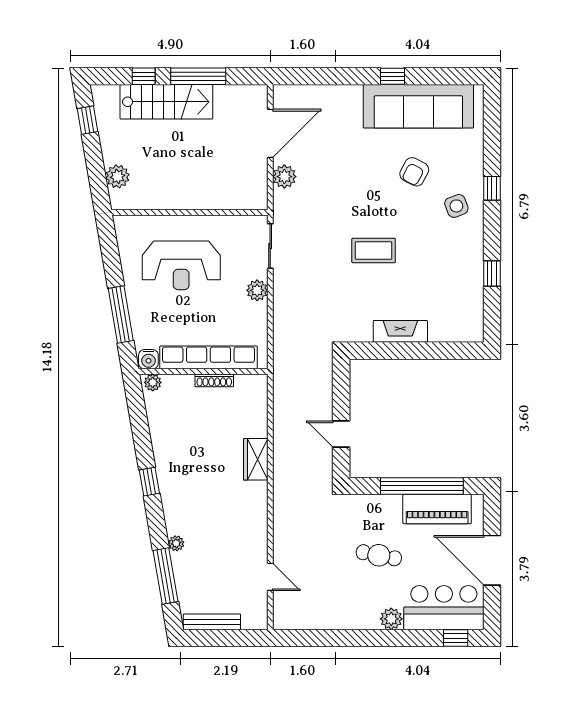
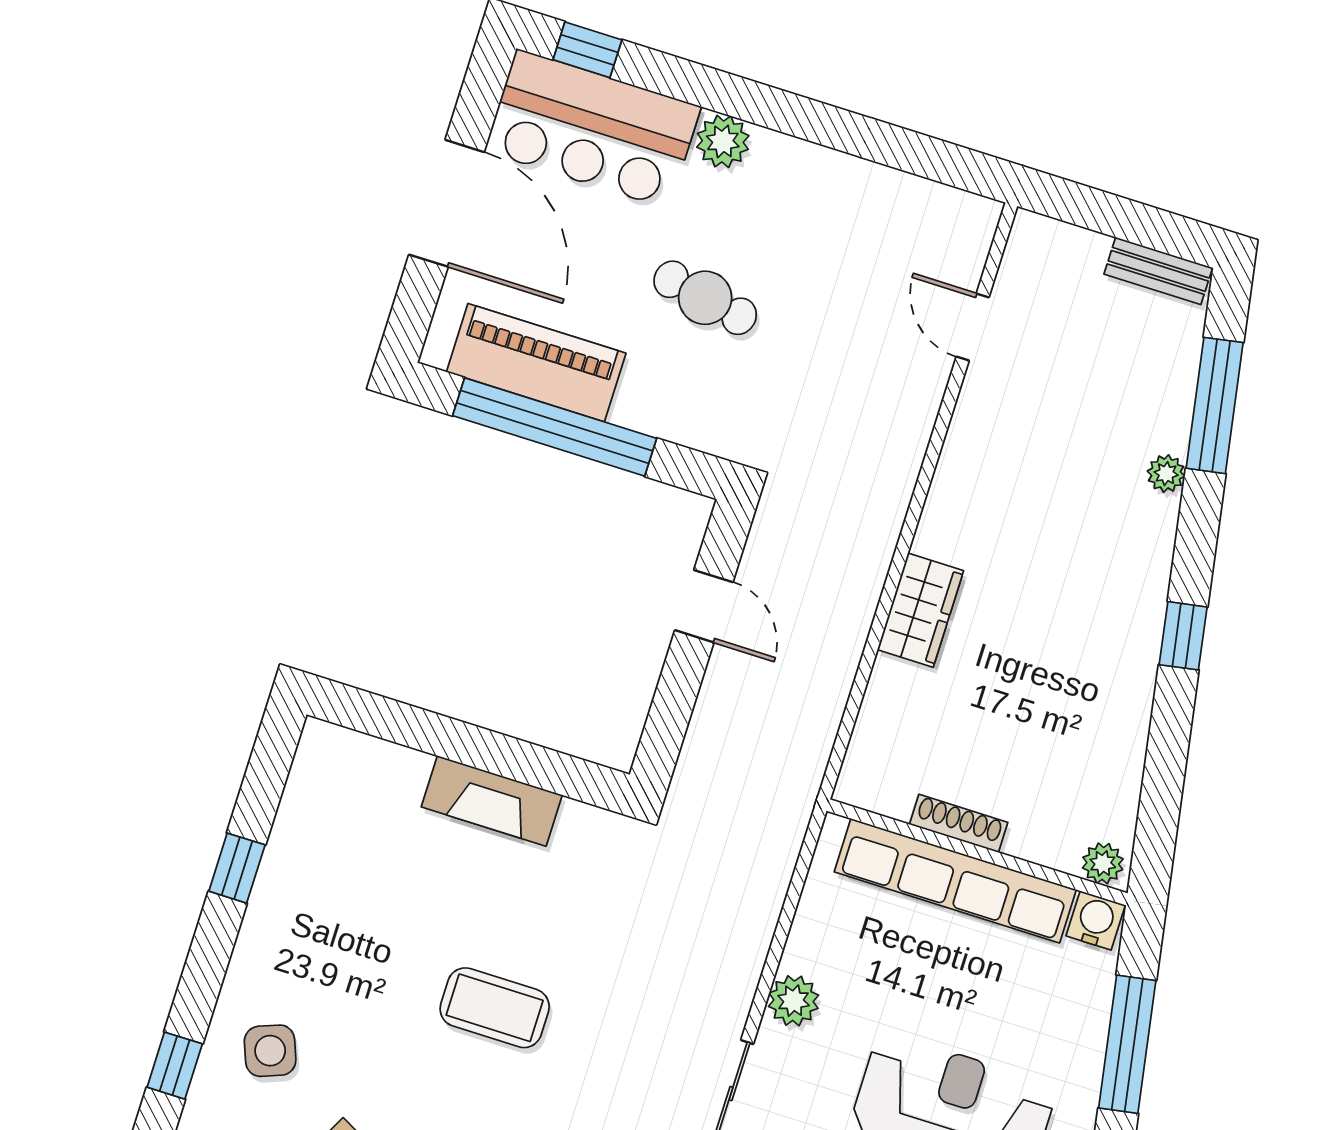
bench: (212, 622) -> (1158, 271), width x0.73

